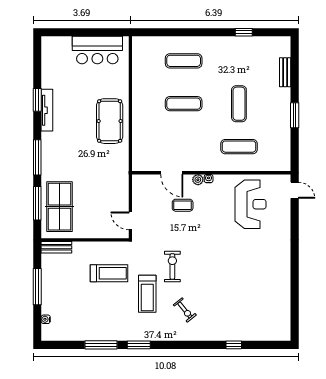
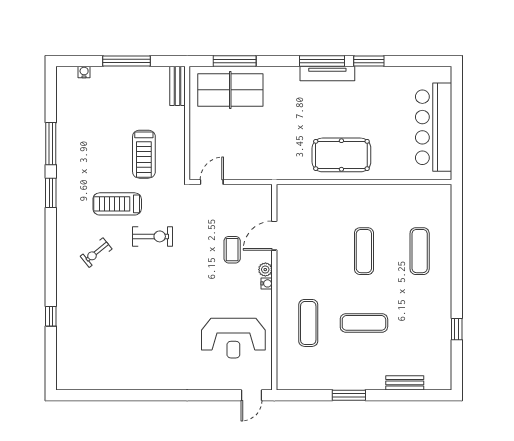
bar counter: (97, 50) -> (434, 127), width x1.36
tv unit: (47, 110) -> (327, 74), moved
window: (37, 157) -> (322, 61), moved

